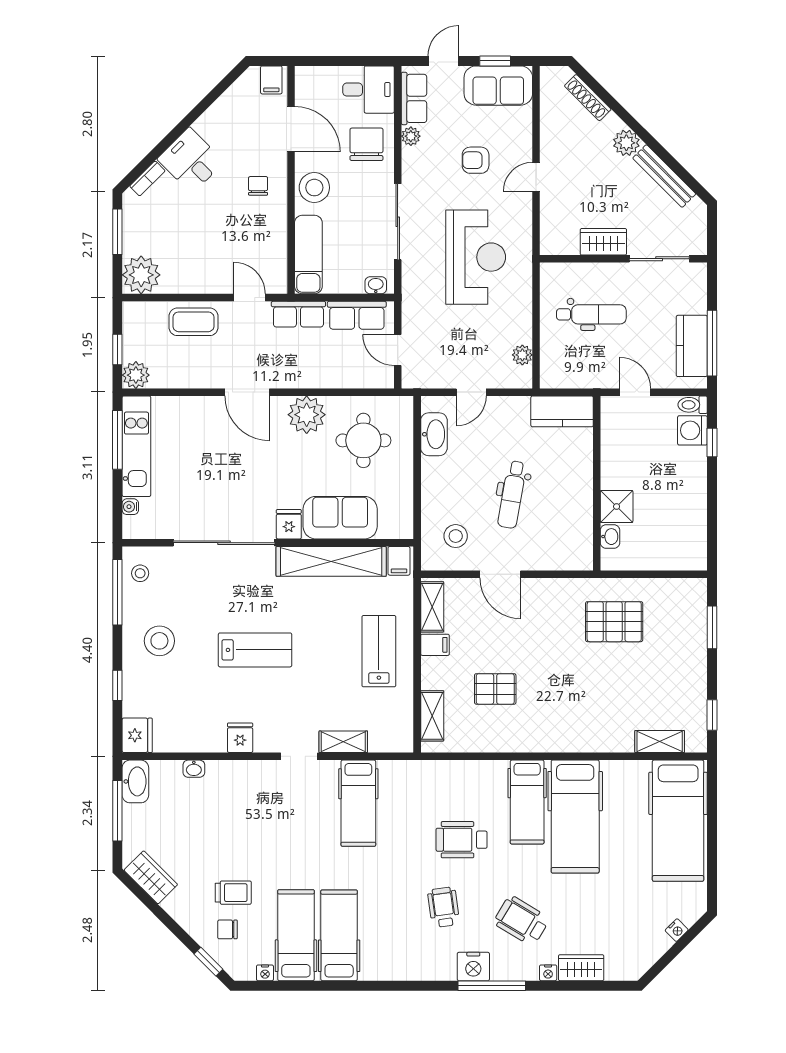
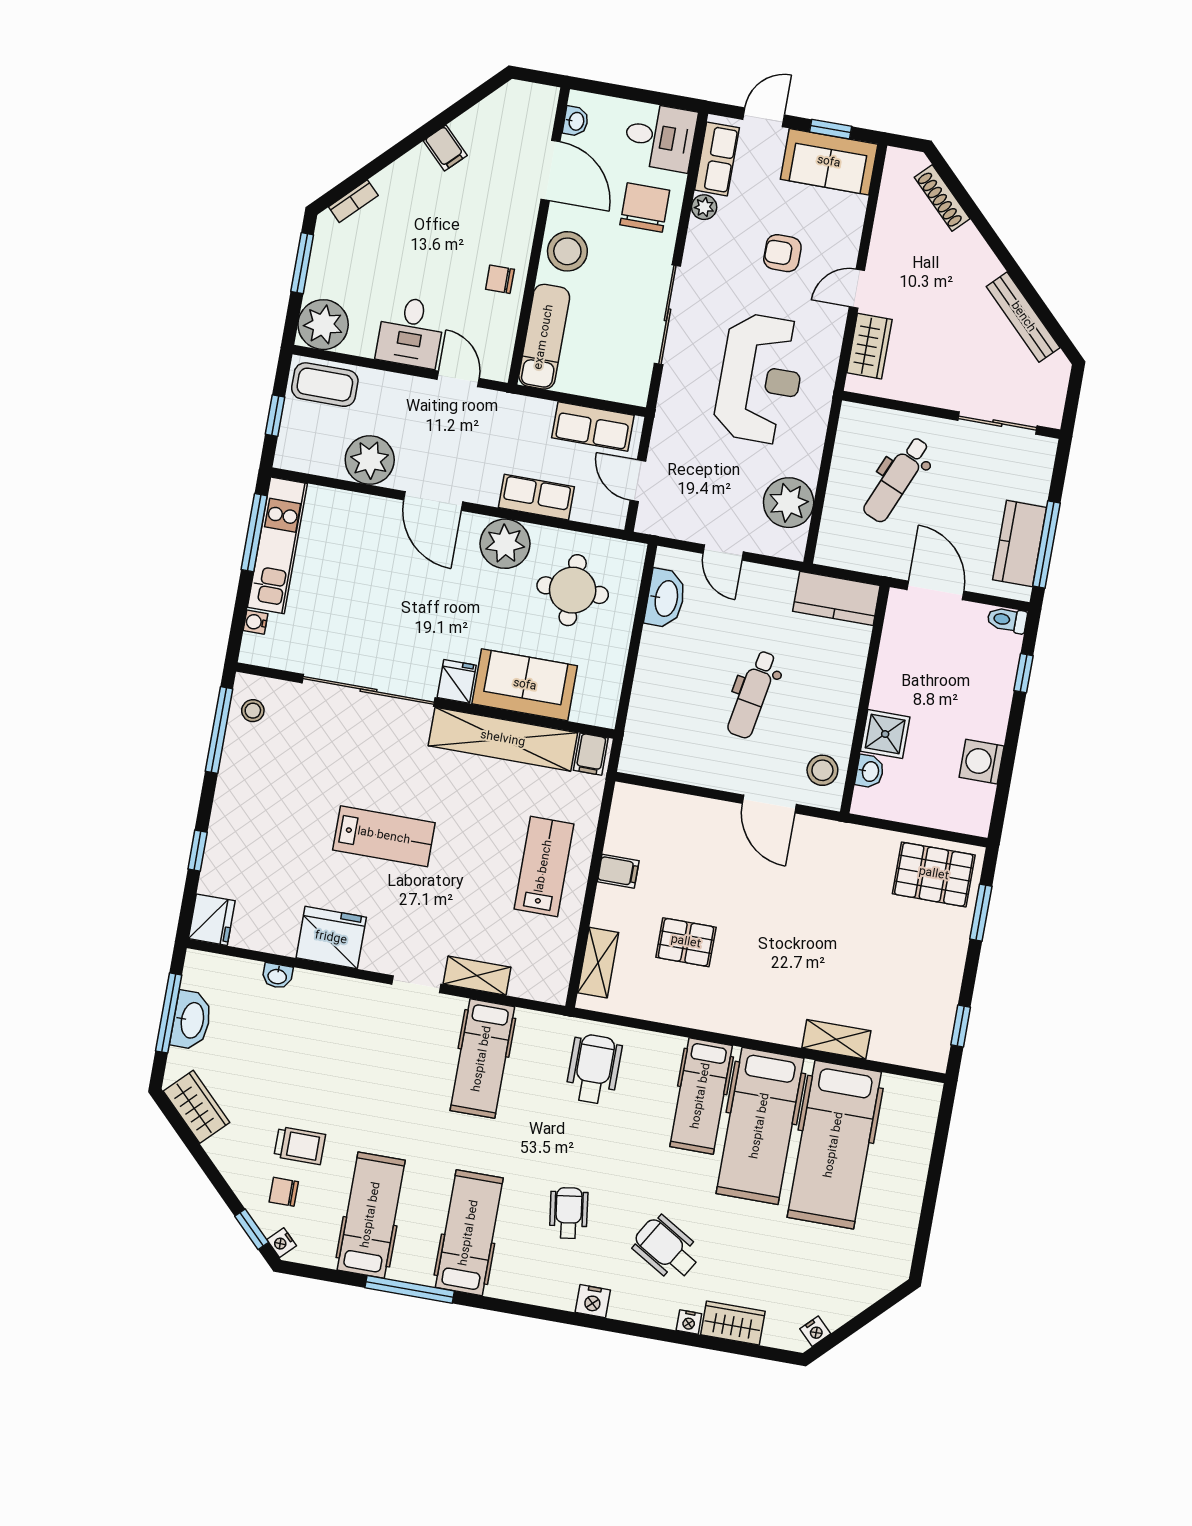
filing cabinet: (271, 80) -> (445, 148), moved, turned -45
plant: (626, 143) -> (982, 265), removed
desk: (191, 160) -> (411, 332), moved, turned -135
chair: (258, 186) -> (500, 279), moved, turned -90
wardrobe: (603, 242) -> (869, 346), moved, turned 90
washbasin: (376, 285) -> (576, 121), moved, turned 90
row of seats: (298, 314) -> (536, 497), moved, turned 180
dental chair: (591, 314) -> (897, 479), turned 113
coffee table: (193, 322) -> (325, 385), moved
plant: (522, 355) -> (789, 503), width x1.87, depth x1.87
plant: (136, 375) -> (370, 460), moved, width x1.36, depth x1.36
door: (471, 392) -> (723, 553), hinge flipped
door: (635, 392) -> (935, 590), width x1.38
washing machine: (692, 430) -> (982, 762), moved
stool: (456, 536) -> (822, 770), moved
door: (500, 574) -> (769, 804), moved
shelving: (432, 607) -> (623, 822), removed
pallet: (614, 622) -> (934, 874), moved
stool: (159, 641) -> (262, 803), removed
fridge: (240, 738) -> (331, 938), width x1.88, depth x1.34
shelving: (660, 742) -> (836, 1039), moved
washbasin: (135, 781) -> (191, 1020), moved
hospital bed: (678, 821) -> (834, 1145), moved
wheelchair: (462, 840) -> (594, 1069), moved, turned 90
nightstand: (677, 930) -> (815, 1331), moved
hospital bed: (339, 935) -> (469, 1233), moved
nightstand: (473, 967) -> (593, 1301), width x0.74, depth x0.75
nightstand: (265, 973) -> (282, 1243), moved, turned 45
window: (492, 986) -> (410, 1289), moved

